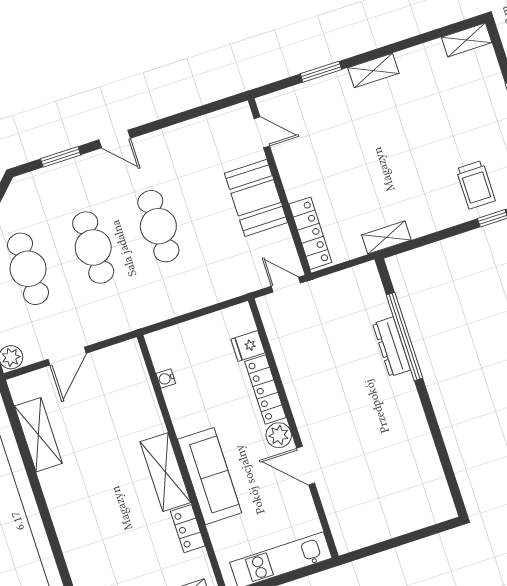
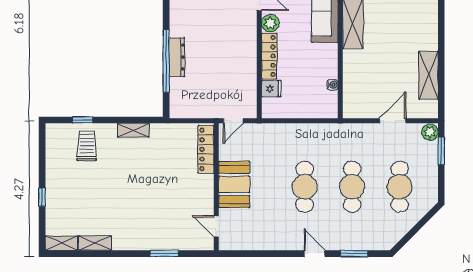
shelving: (373, 70) -> (95, 243), moved
shelving: (386, 237) -> (133, 130), moved
door: (286, 285) -> (233, 121), hinge flipped

